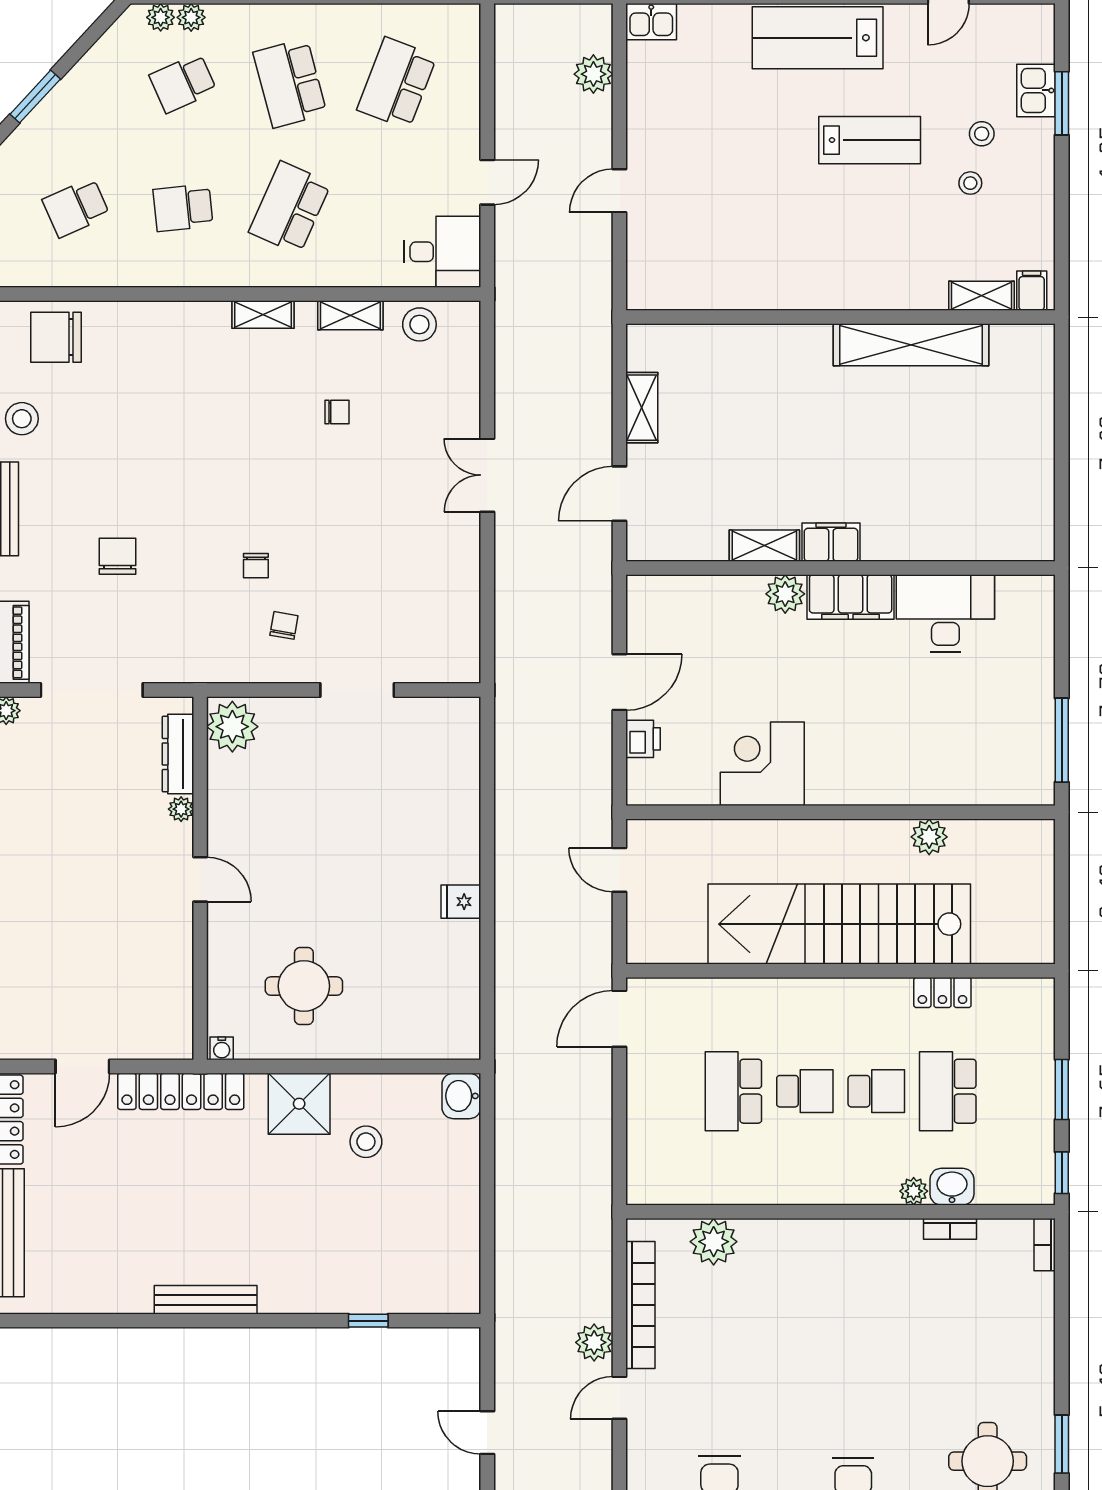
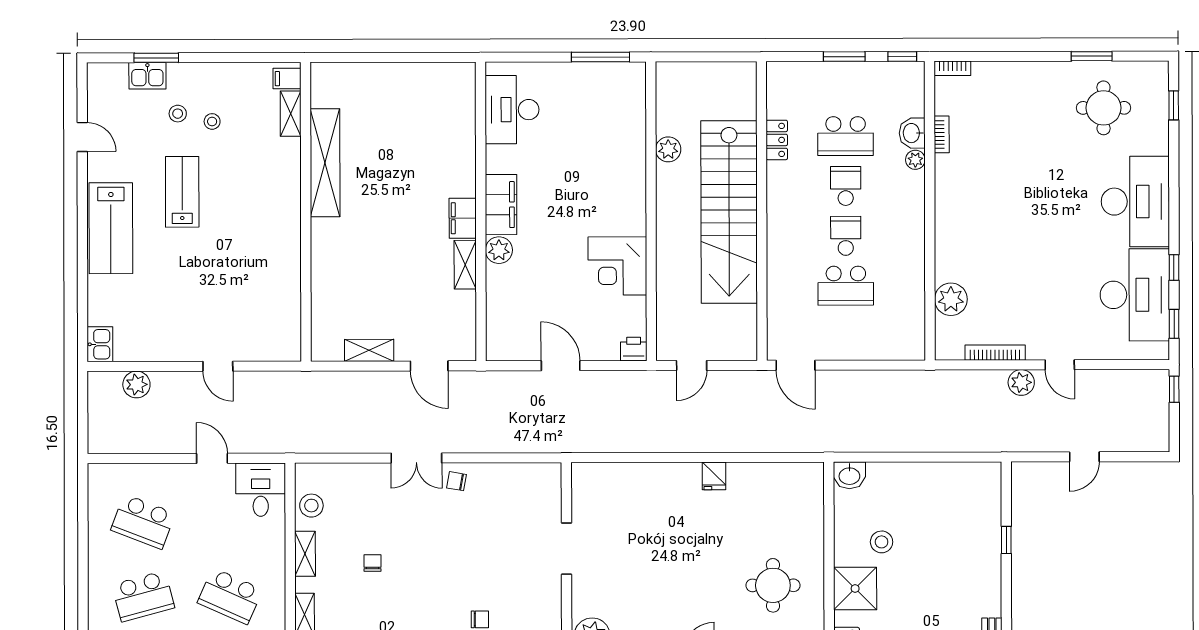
desk: (945, 613) -> (512, 110), moved
chair: (284, 625) -> (456, 481), moved
printer: (643, 739) -> (634, 349), moved
bookcase: (640, 1305) -> (995, 353), width x0.68, depth x0.76

